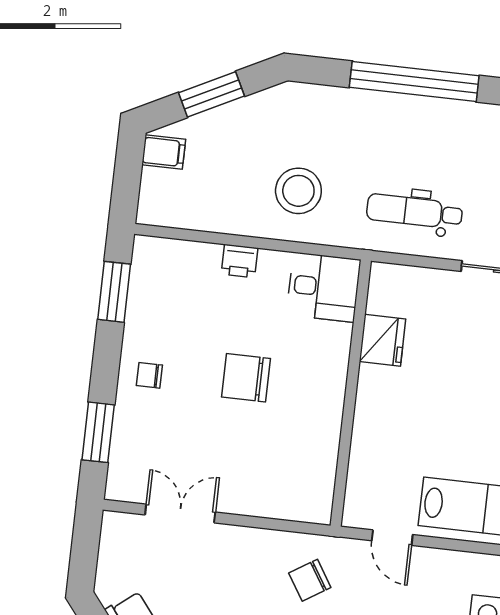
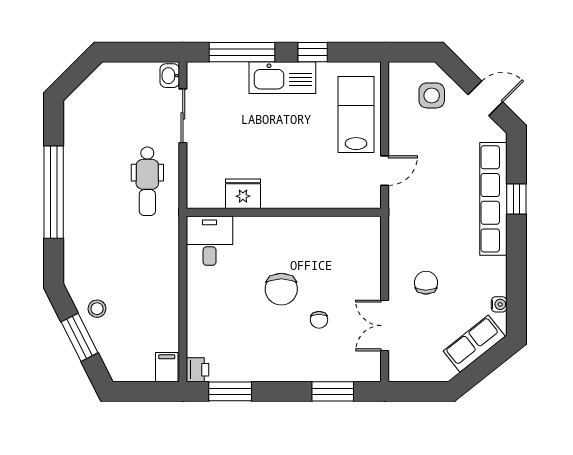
filing cabinet: (164, 152) -> (167, 367), moved
stool: (298, 191) -> (97, 309), moved, width x0.53, depth x0.53
printer: (240, 261) -> (198, 370), moved
chair: (149, 375) -> (319, 320), moved
chair: (310, 580) -> (426, 283), moved, turned -148

